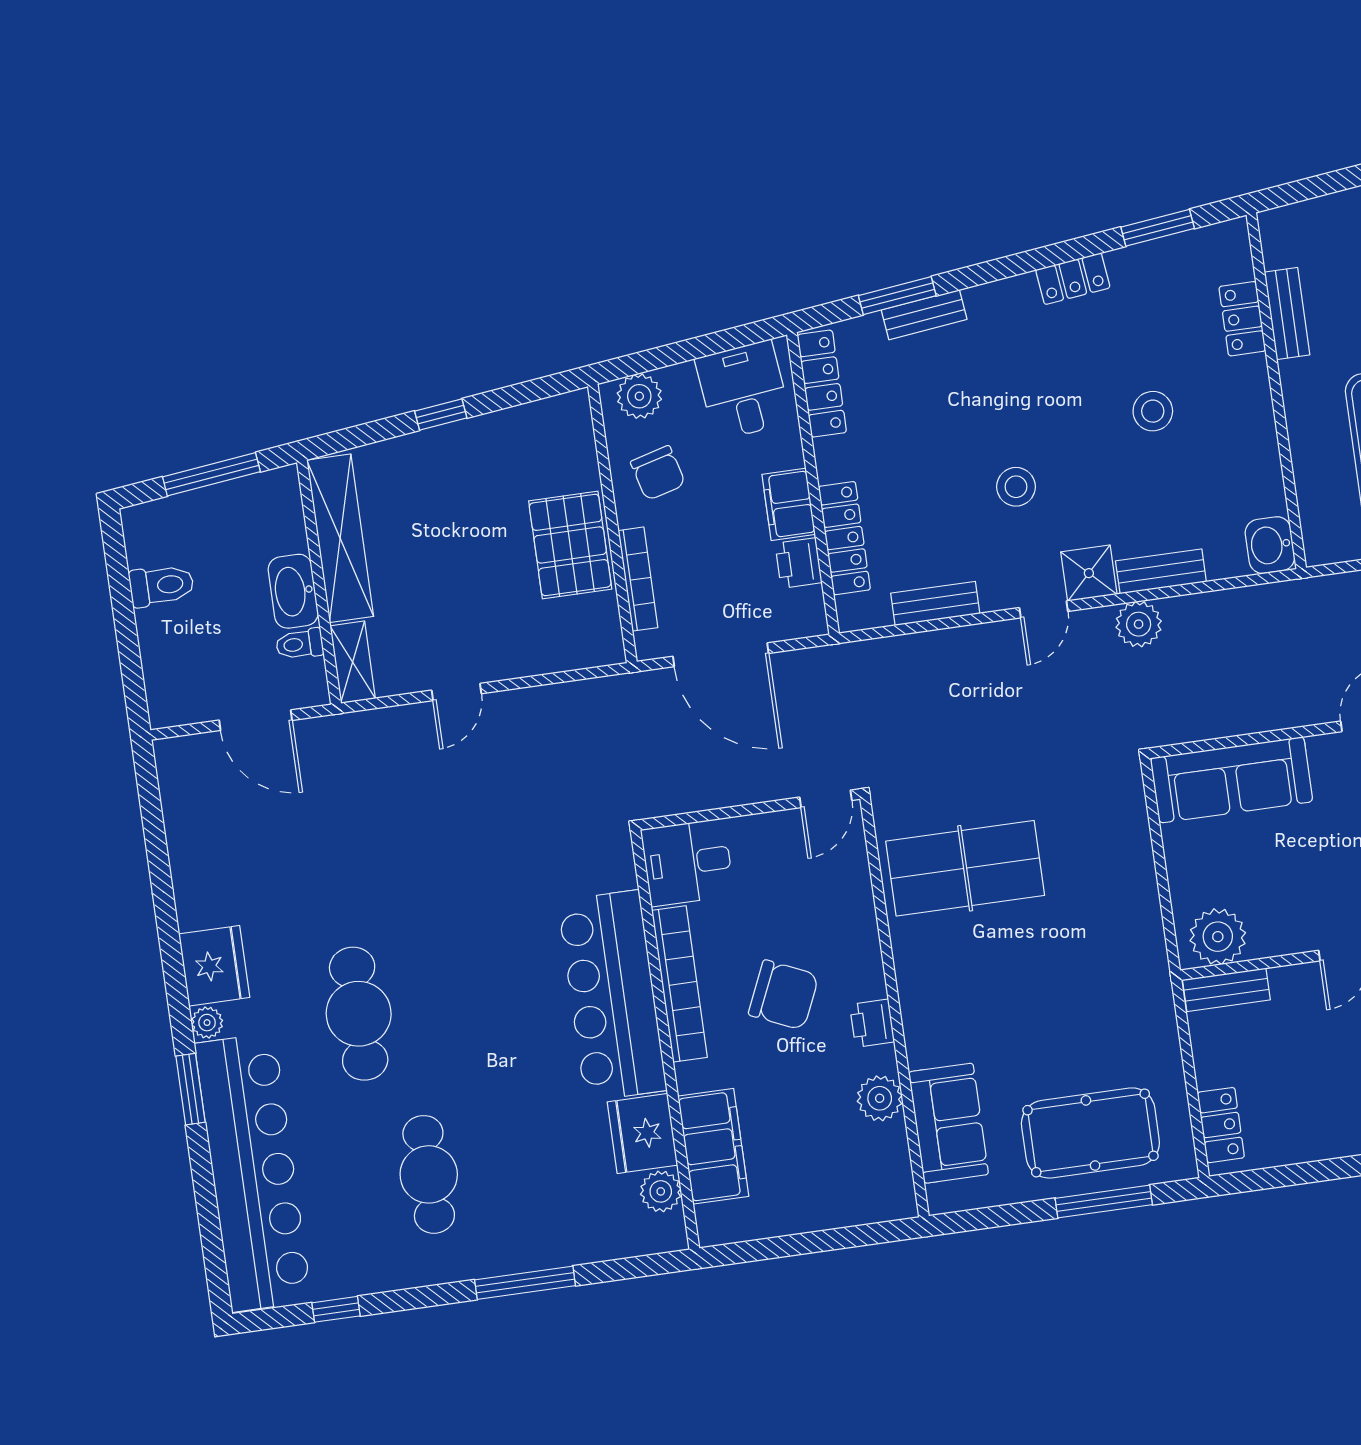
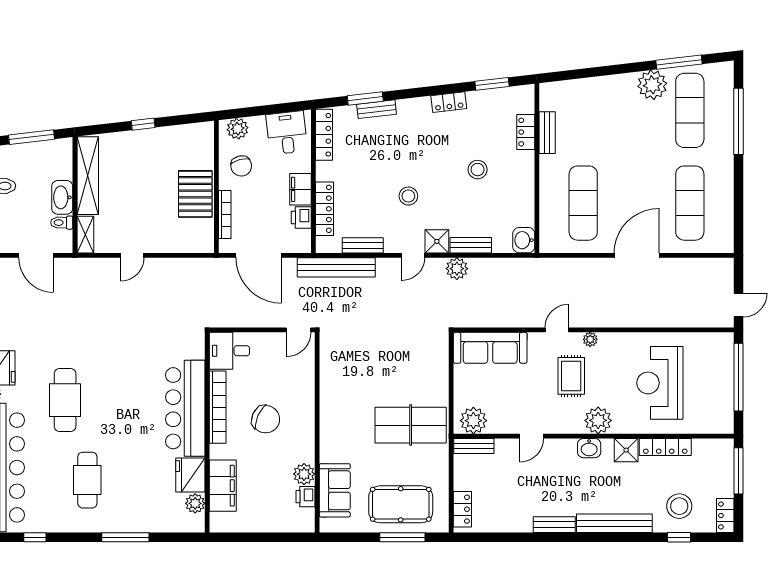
bench: (886, 657) -> (336, 267), added
table tennis table: (965, 868) -> (411, 425), moved
printer: (872, 1023) -> (305, 497), moved

